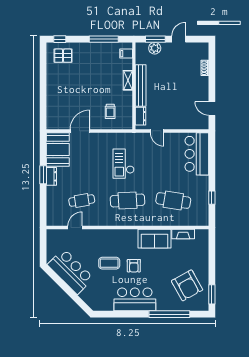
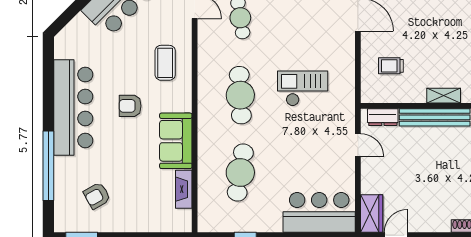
wardrobe: (198, 123) -> (372, 213), added
door: (157, 131) -> (358, 145), swing flipped
coffee table: (109, 263) -> (165, 63), moved
armchair: (187, 285) -> (97, 196), width x0.53, depth x0.53
bar counter: (135, 299) -> (73, 108), width x1.36

